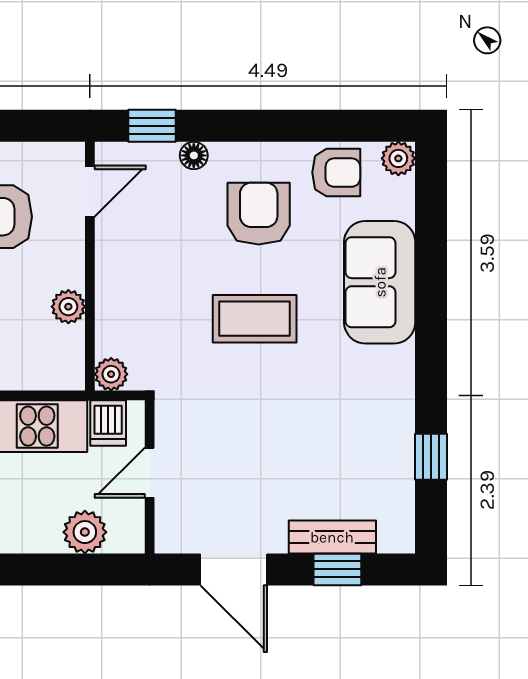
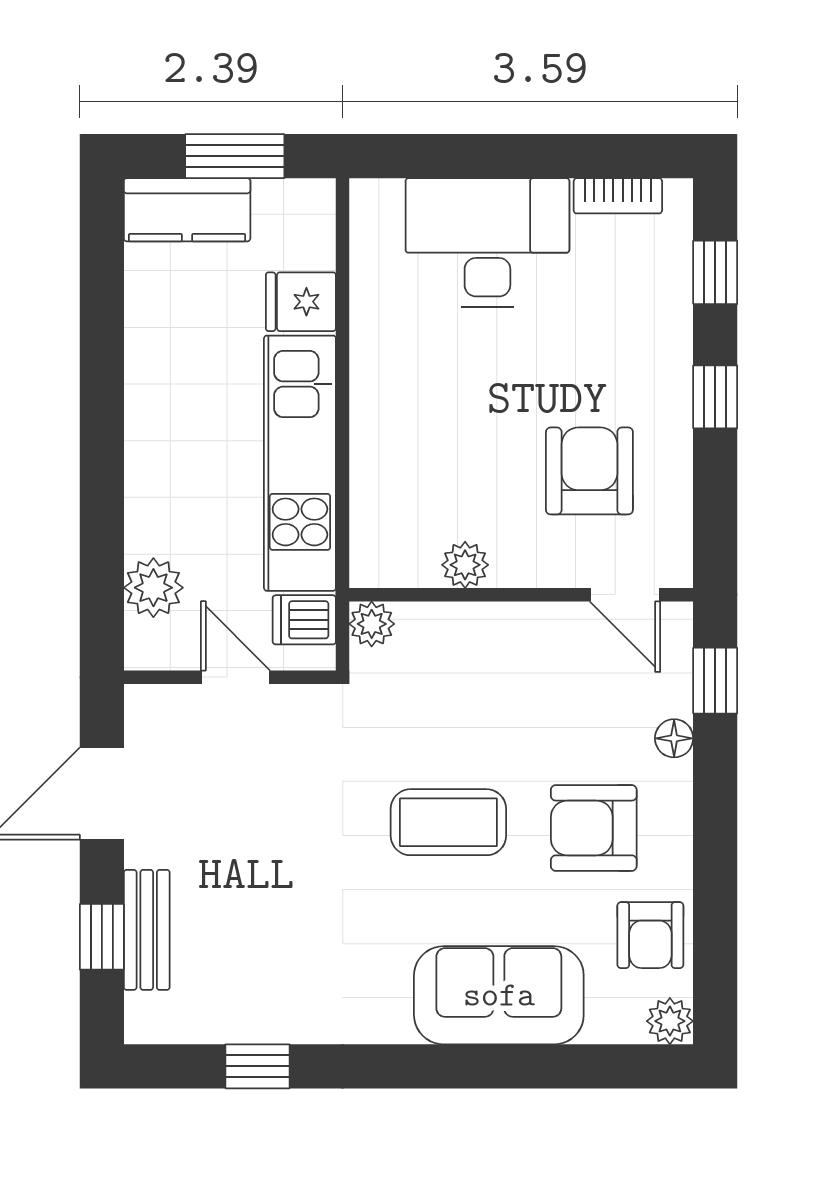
armchair: (259, 214) -> (594, 828), turned 180
coffee table: (255, 319) -> (448, 822), turned 90

